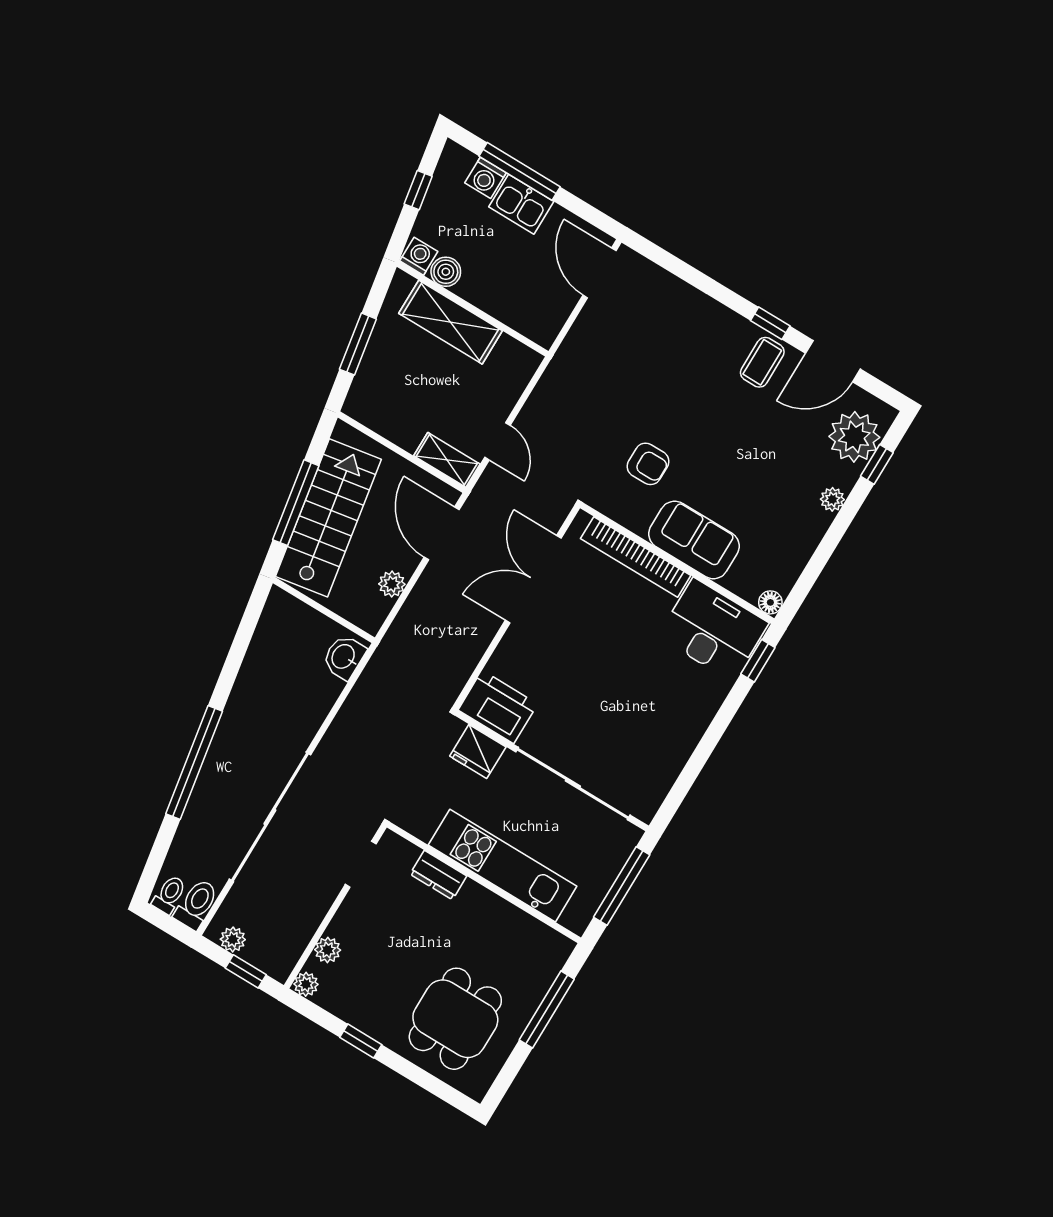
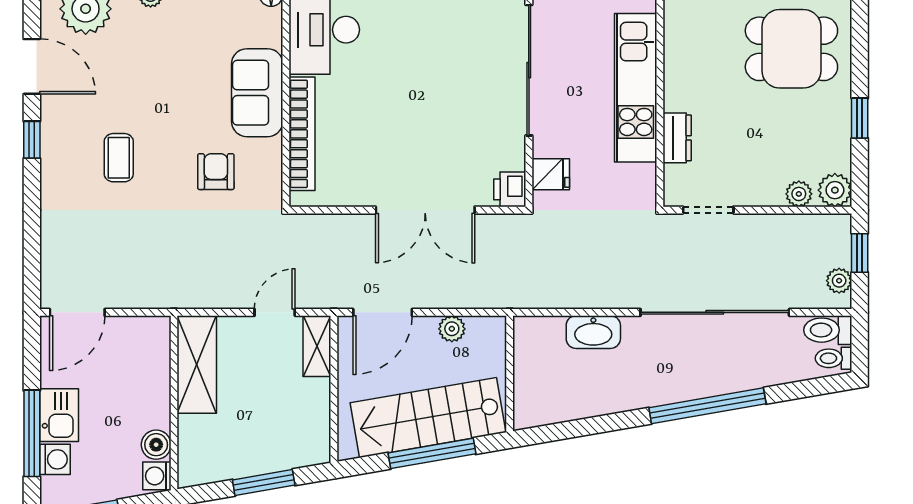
shelving: (450, 322) -> (197, 364), moved
coffee table: (762, 362) -> (119, 158), moved, turned 90
double door: (533, 579) -> (425, 210), moved
washbasin: (344, 657) -> (593, 332), moved, width x1.38
printer: (498, 707) -> (510, 189), width x0.53, depth x0.68
fridge: (478, 751) -> (551, 174), width x0.72
plant: (306, 984) -> (835, 190), width x1.38, depth x1.38

